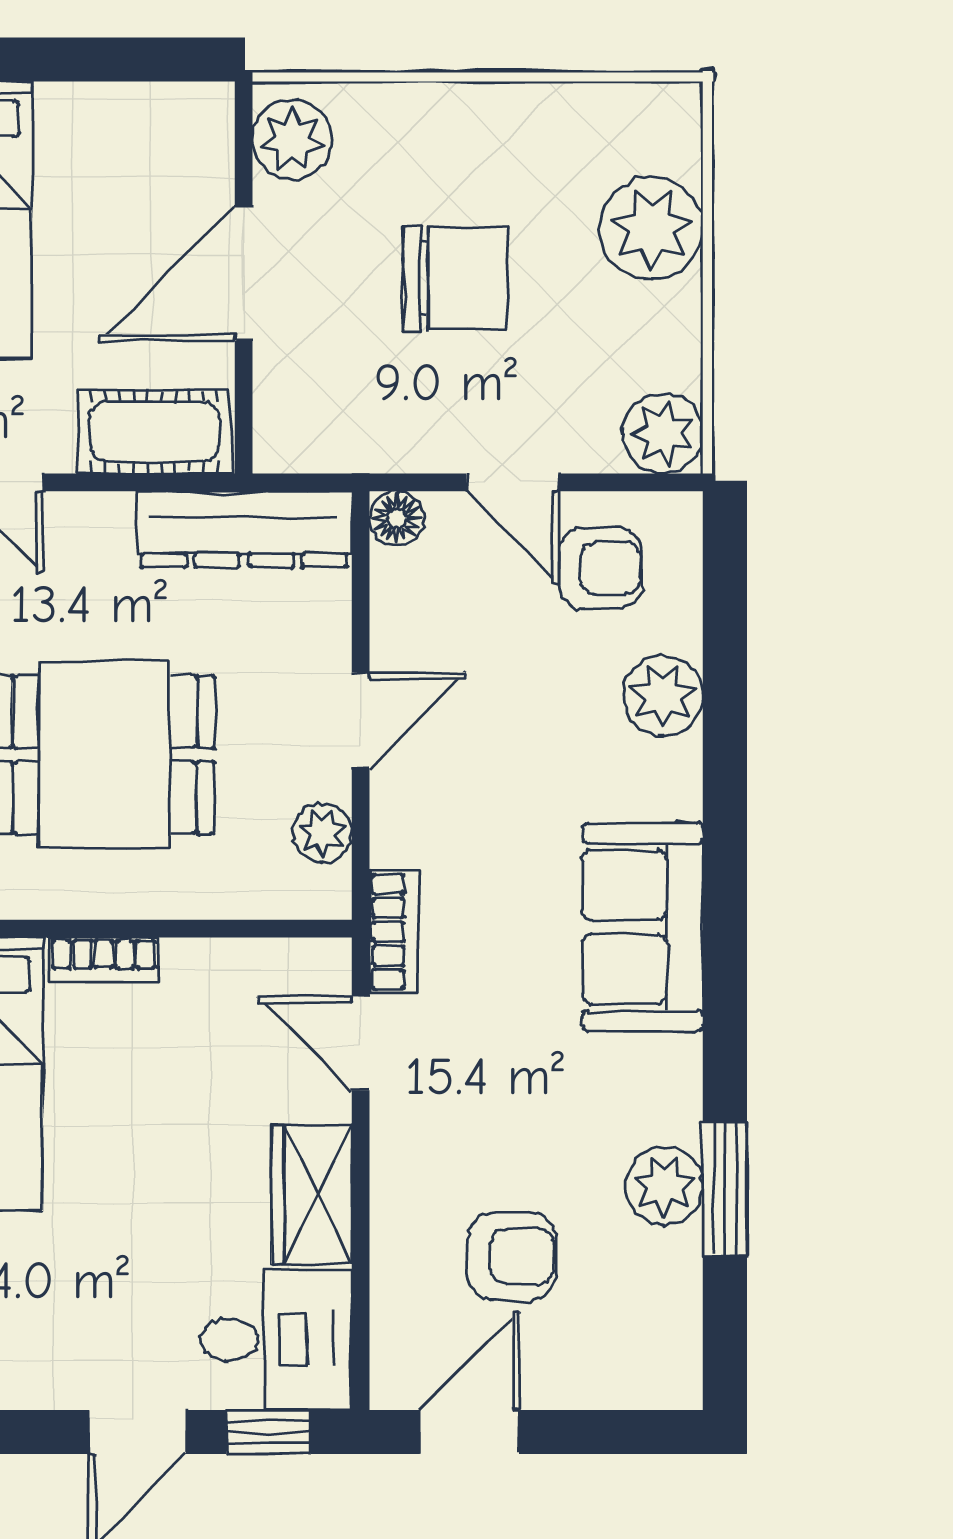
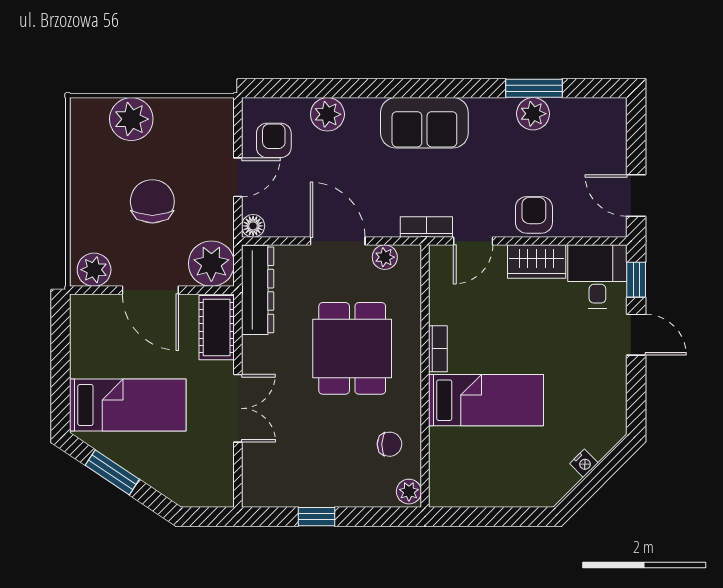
plant: (663, 434) -> (211, 264), moved, width x1.36, depth x1.36
door: (361, 720) -> (338, 241), width x1.38
armchair: (512, 1256) -> (534, 215), moved

